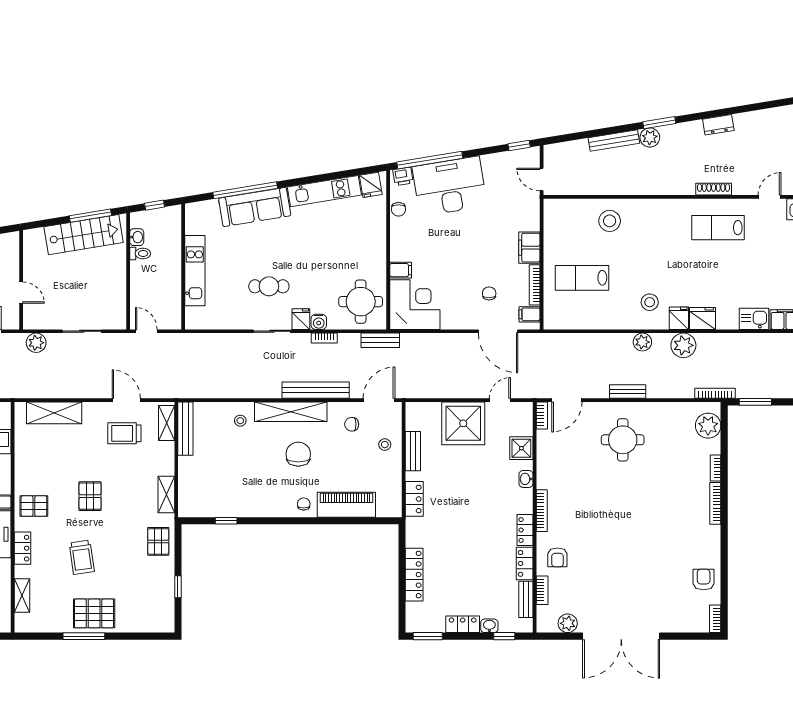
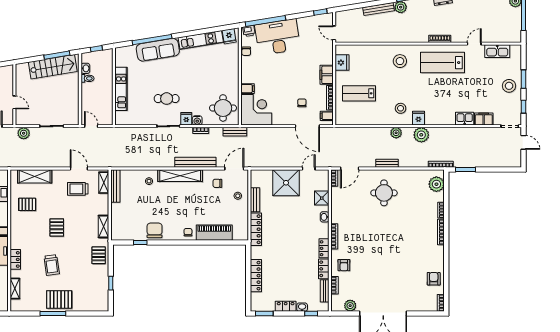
stool: (610, 221) -> (400, 61), moved
lab bench: (718, 228) -> (443, 63), width x1.36, depth x1.39
fridge: (703, 318) -> (342, 63), moved, turned 90
chair: (298, 454) -> (155, 230), moved
locker: (414, 499) -> (256, 229), width x1.53
pallet: (34, 506) -> (27, 204), moved

